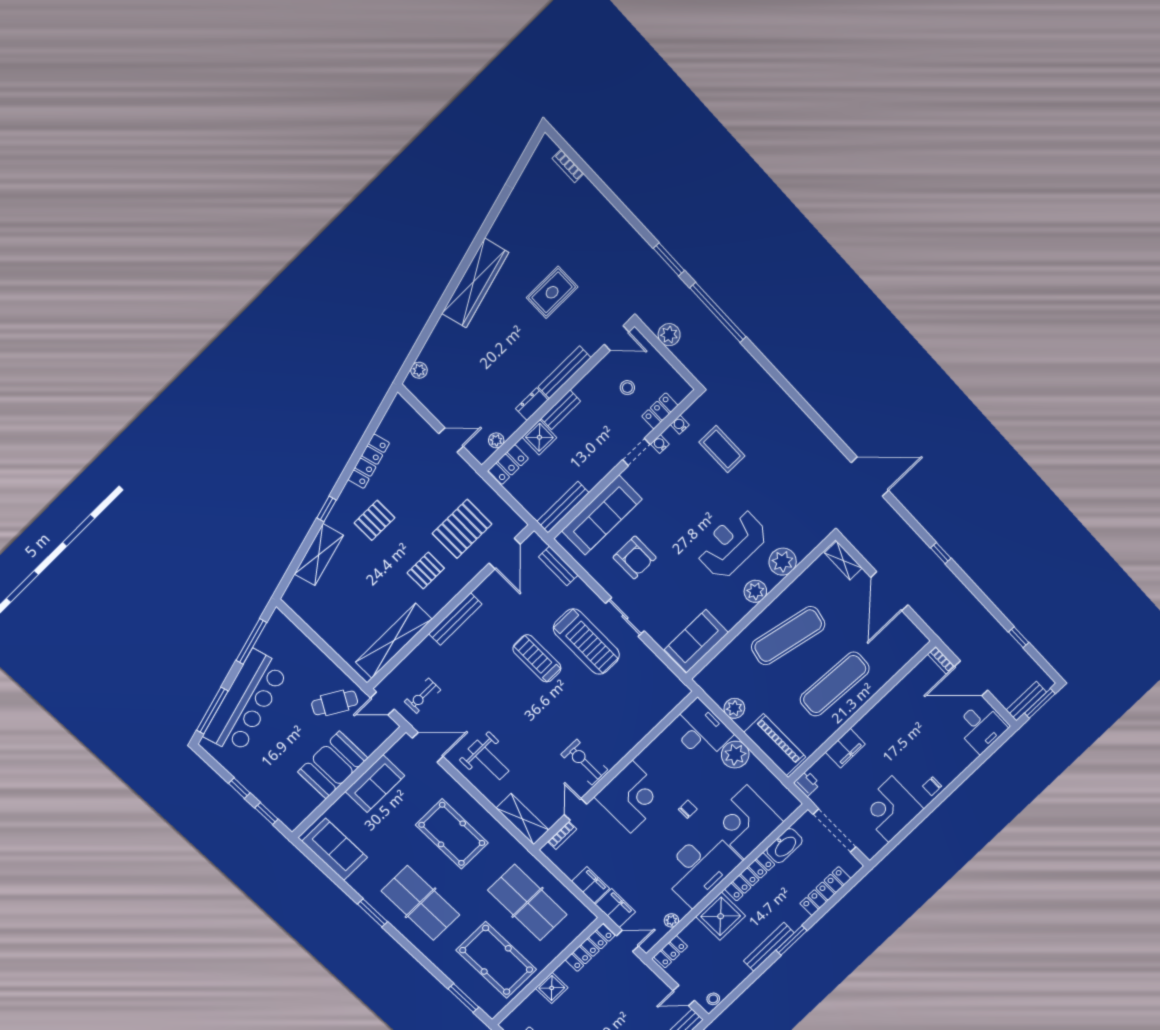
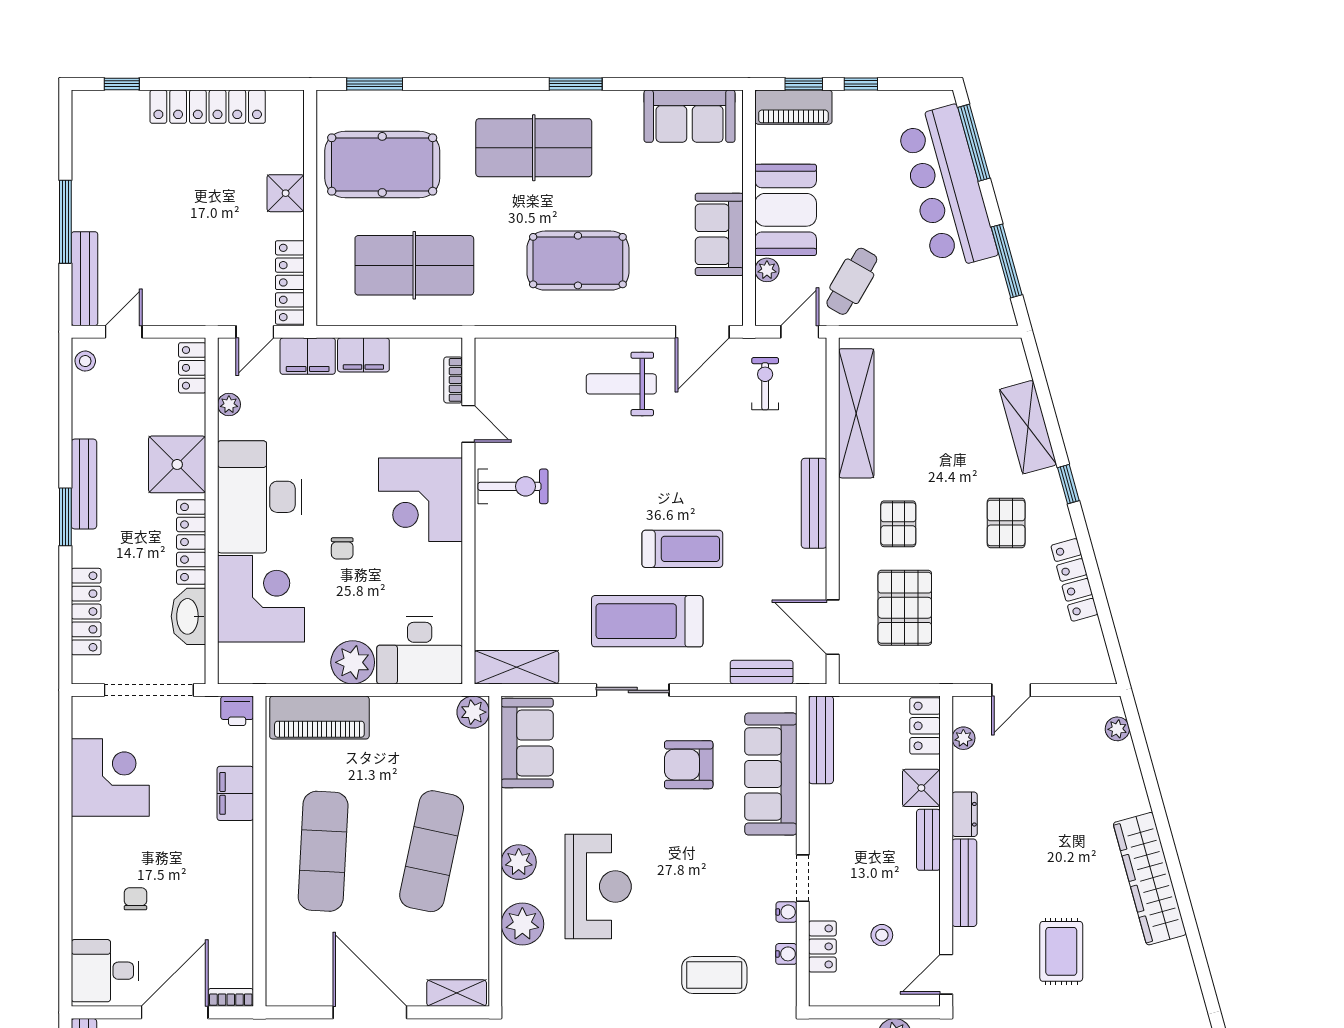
plant: (734, 708) -> (473, 712), moved
plant: (369, 746) -> (767, 270), added
chair: (932, 786) -> (135, 899), moved
piano: (282, 808) -> (793, 107), added
shelving: (522, 819) -> (516, 667), moved

